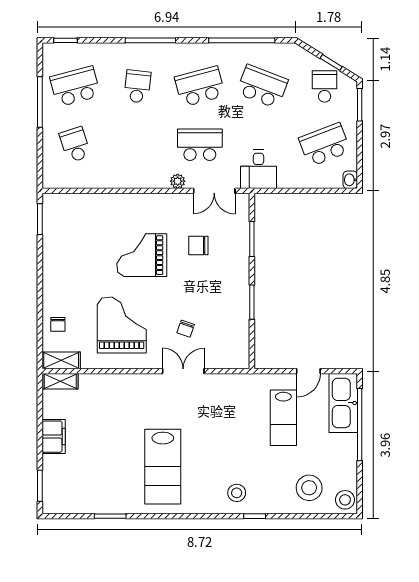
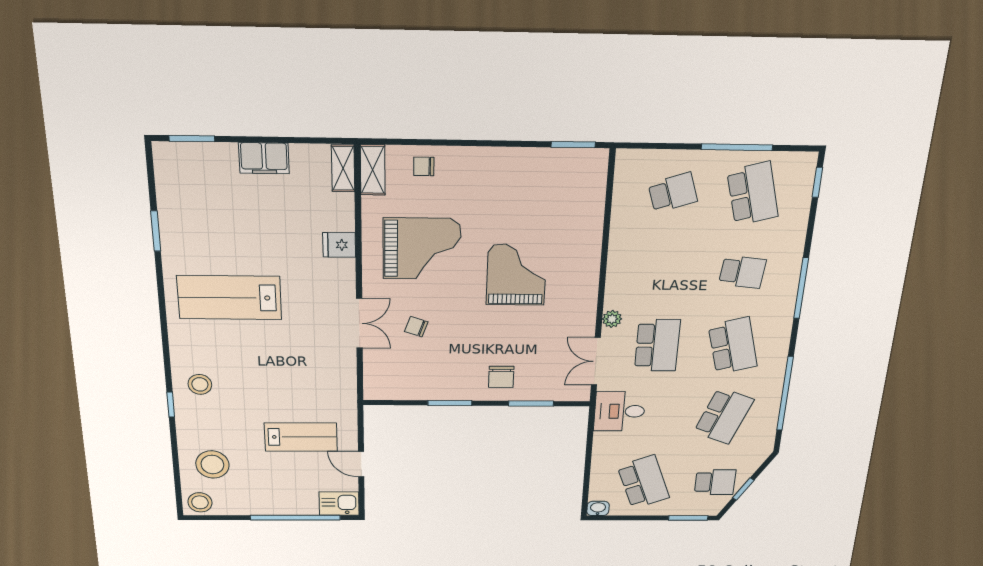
chair: (198, 246) -> (501, 377), moved, turned 180
fridge: (119, 385) -> (339, 245), added
kitchen sink: (343, 403) -> (339, 504), width x0.53, depth x0.81
lab bench: (283, 418) -> (301, 437), turned 180

